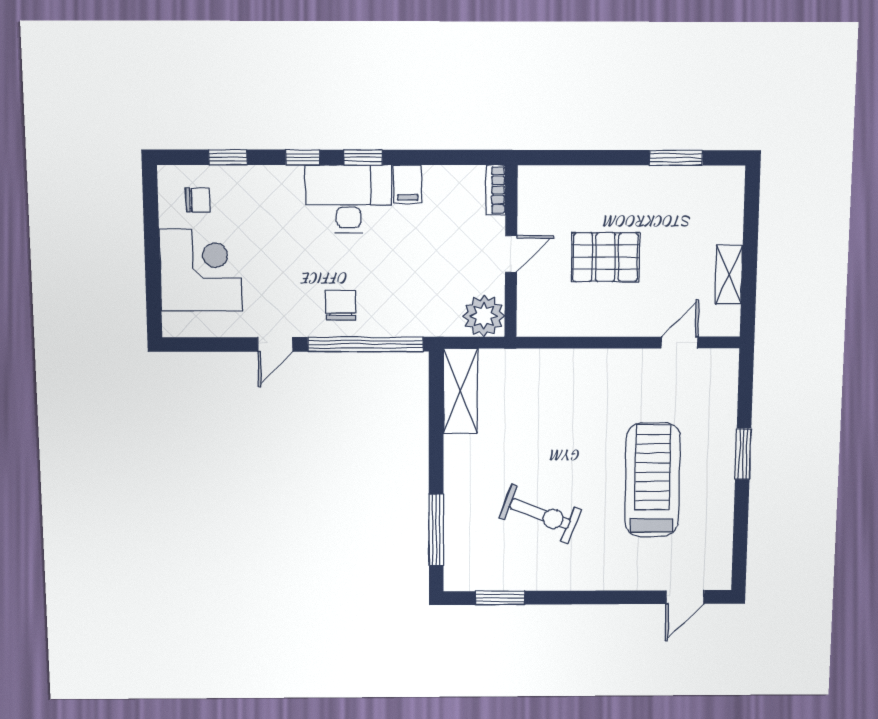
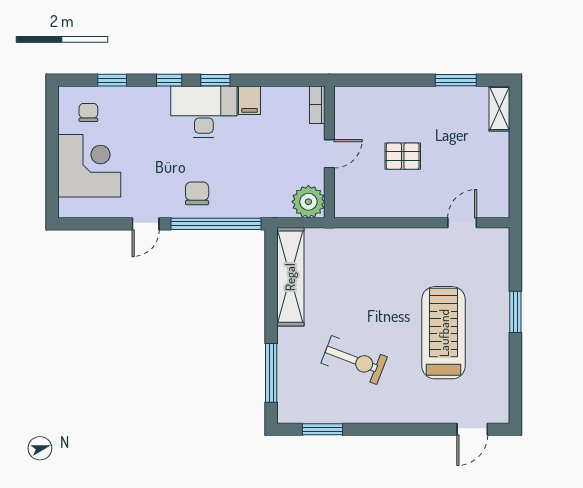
chair: (198, 200) -> (88, 112), turned -90
pallet: (605, 257) -> (403, 156), width x0.67, depth x0.71
shelving: (729, 275) -> (499, 108), moved
shelving: (460, 391) -> (290, 277), width x1.47

